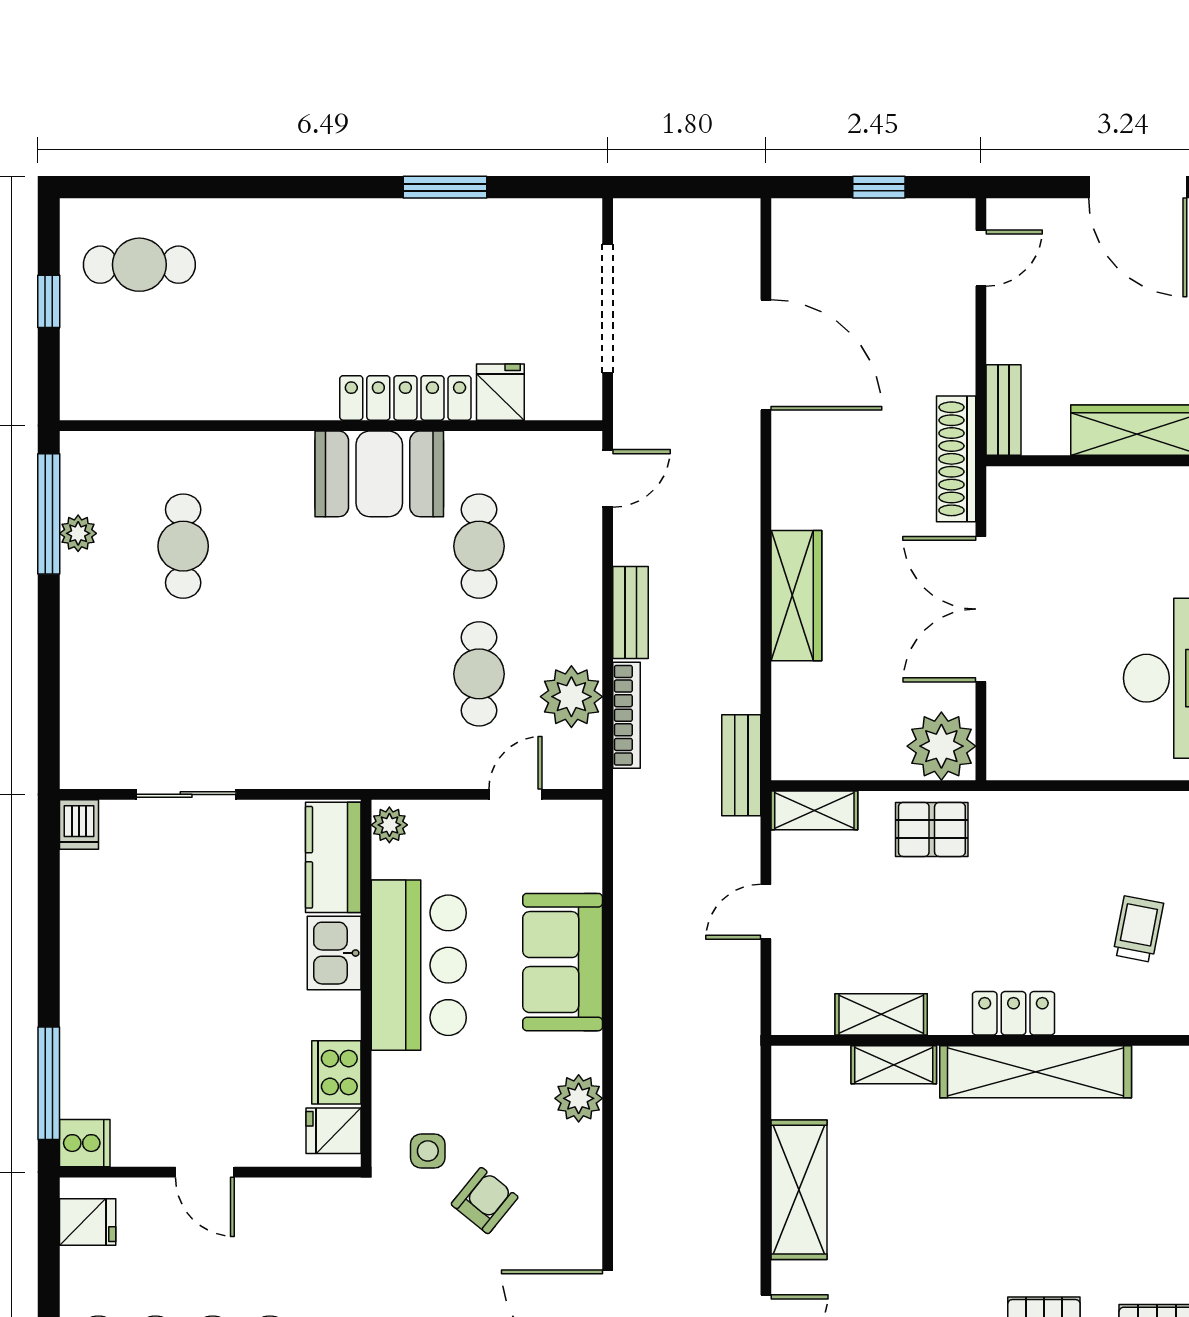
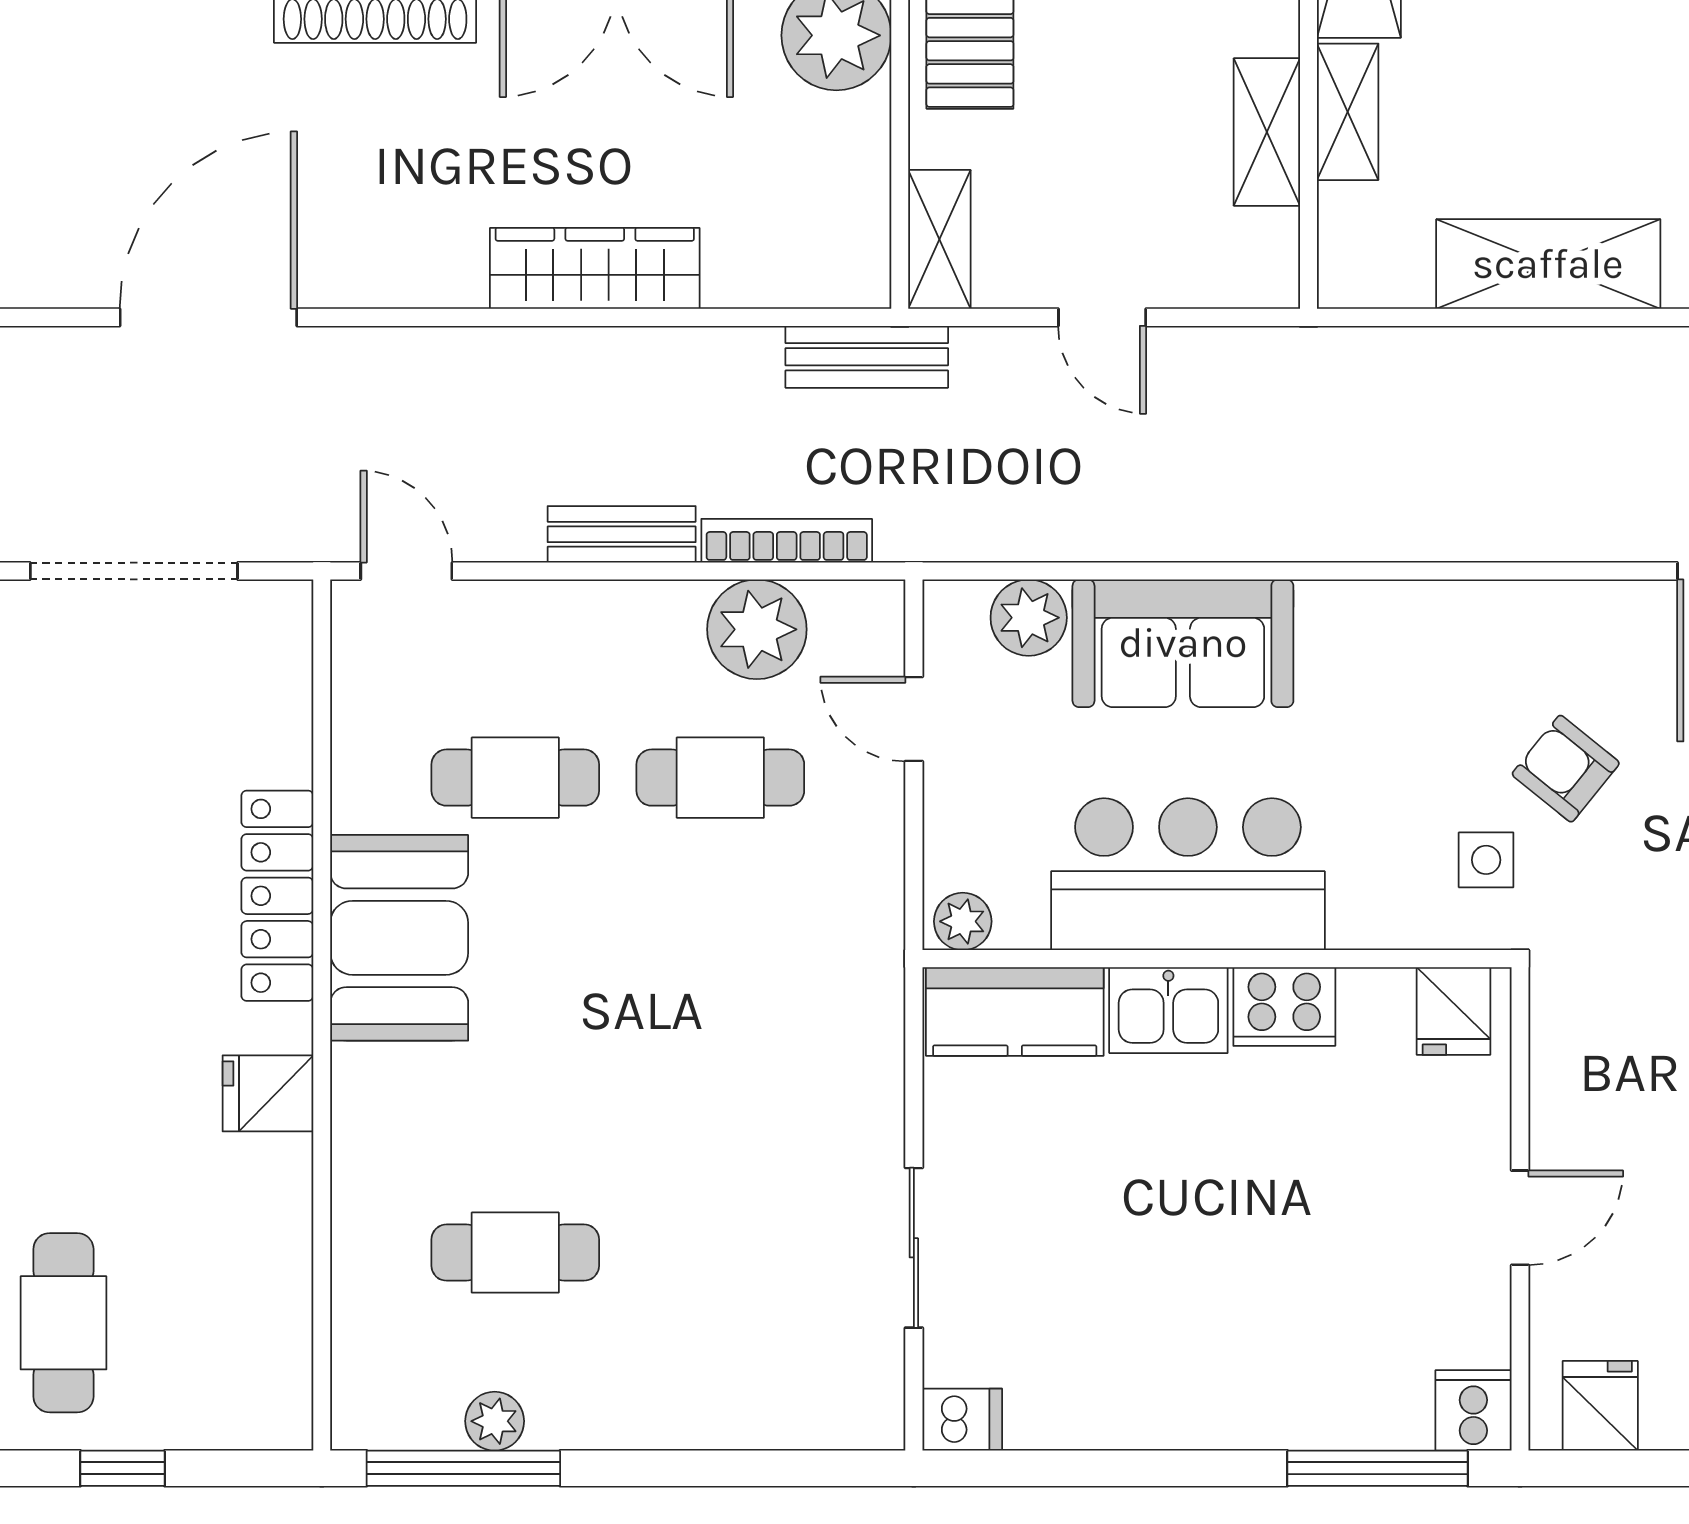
fridge: (500, 392) -> (268, 1093), moved
cooker: (336, 1072) -> (1284, 1007), moved
plant: (579, 1098) -> (1029, 618), moved

